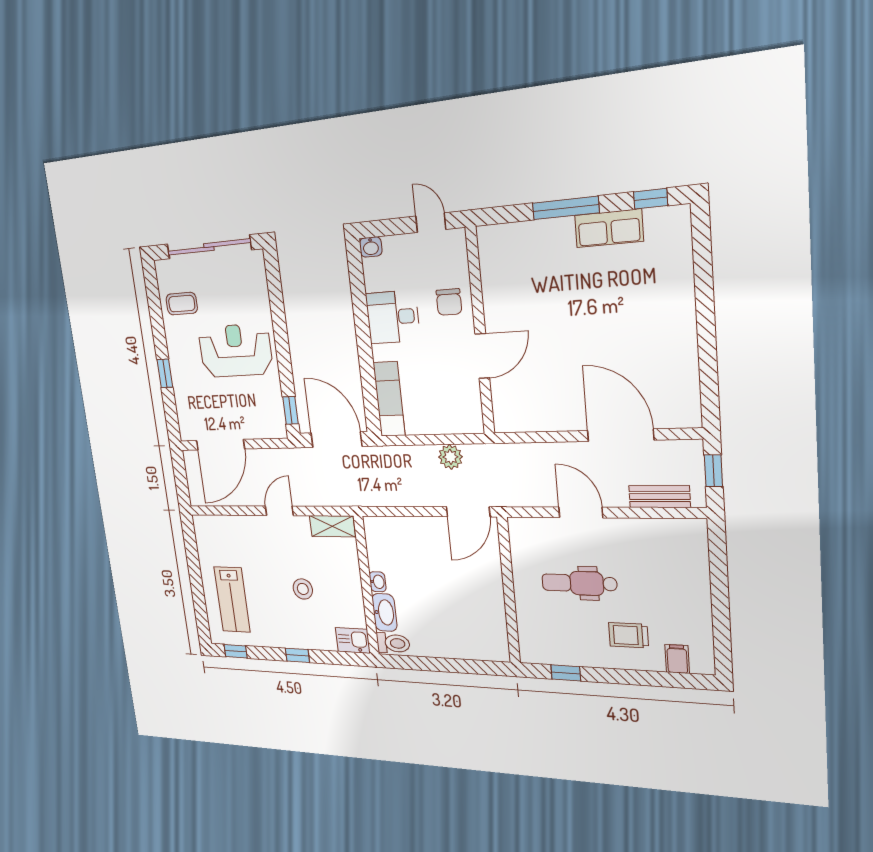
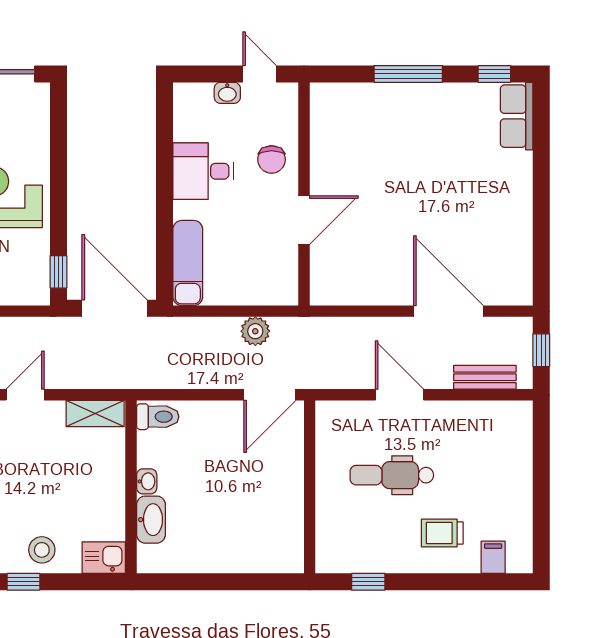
row of seats: (609, 228) -> (517, 116), moved, turned 90
washbasin: (371, 247) -> (227, 93), moved
stool: (303, 589) -> (42, 550), moved
toilet: (393, 643) -> (158, 417), moved

